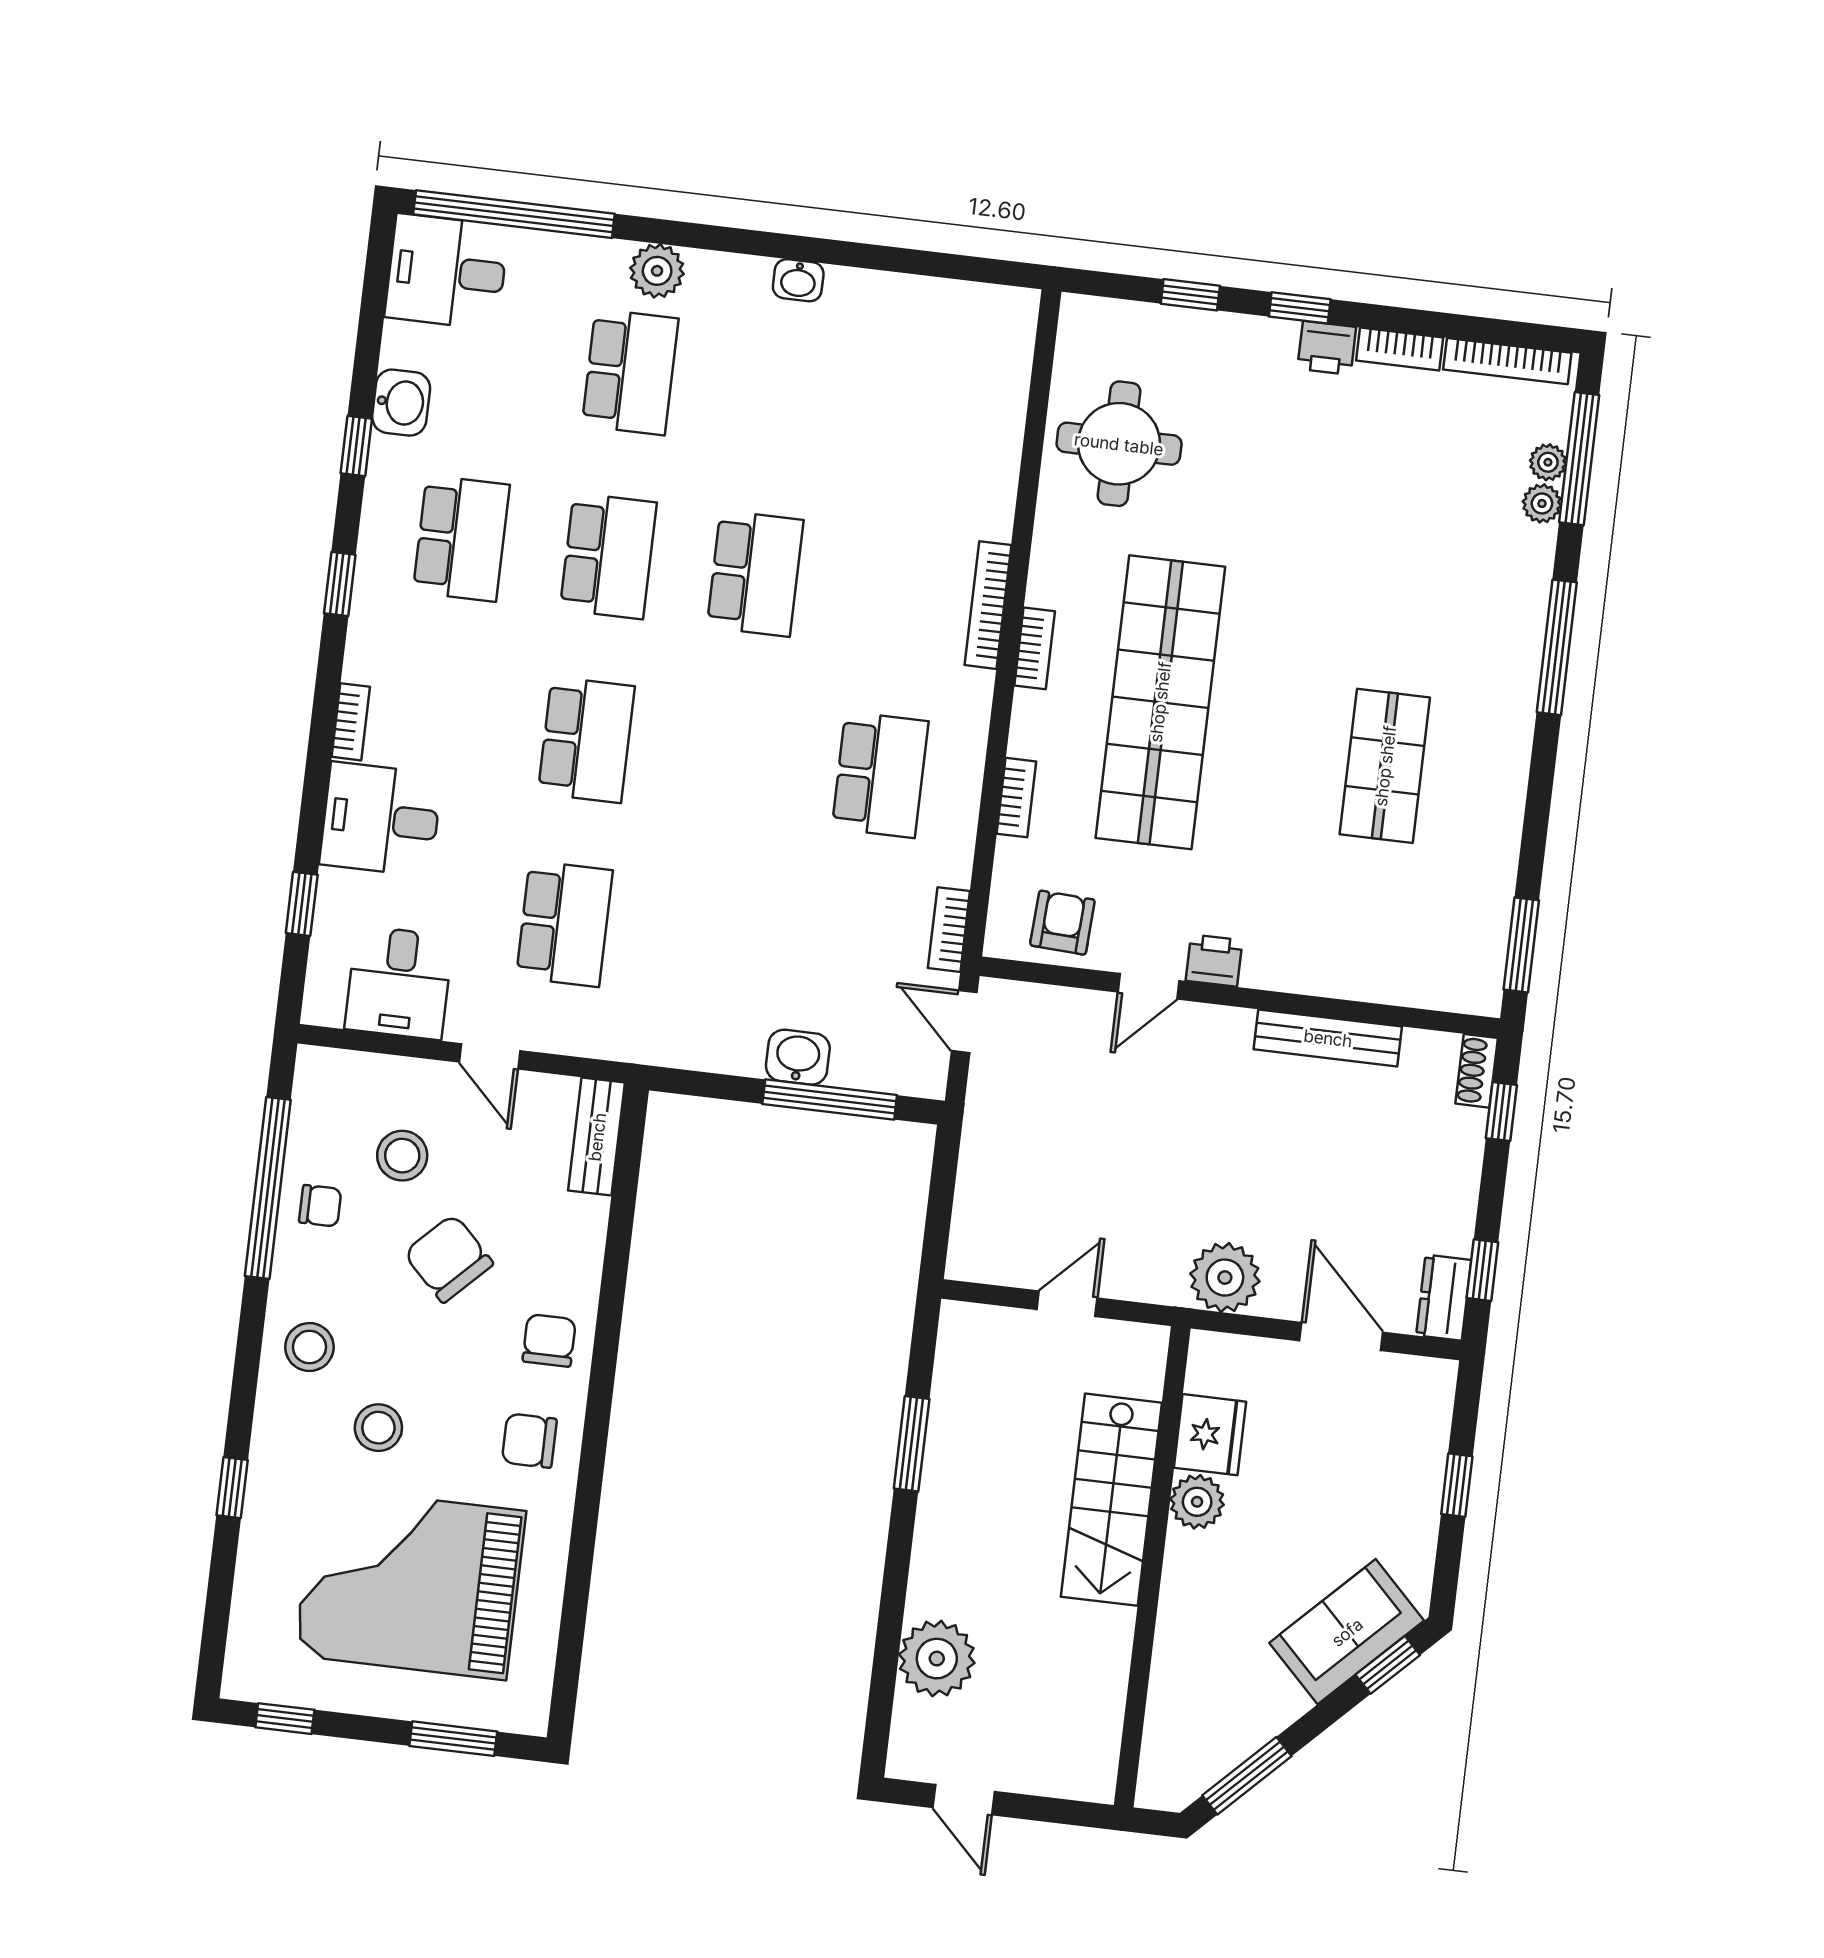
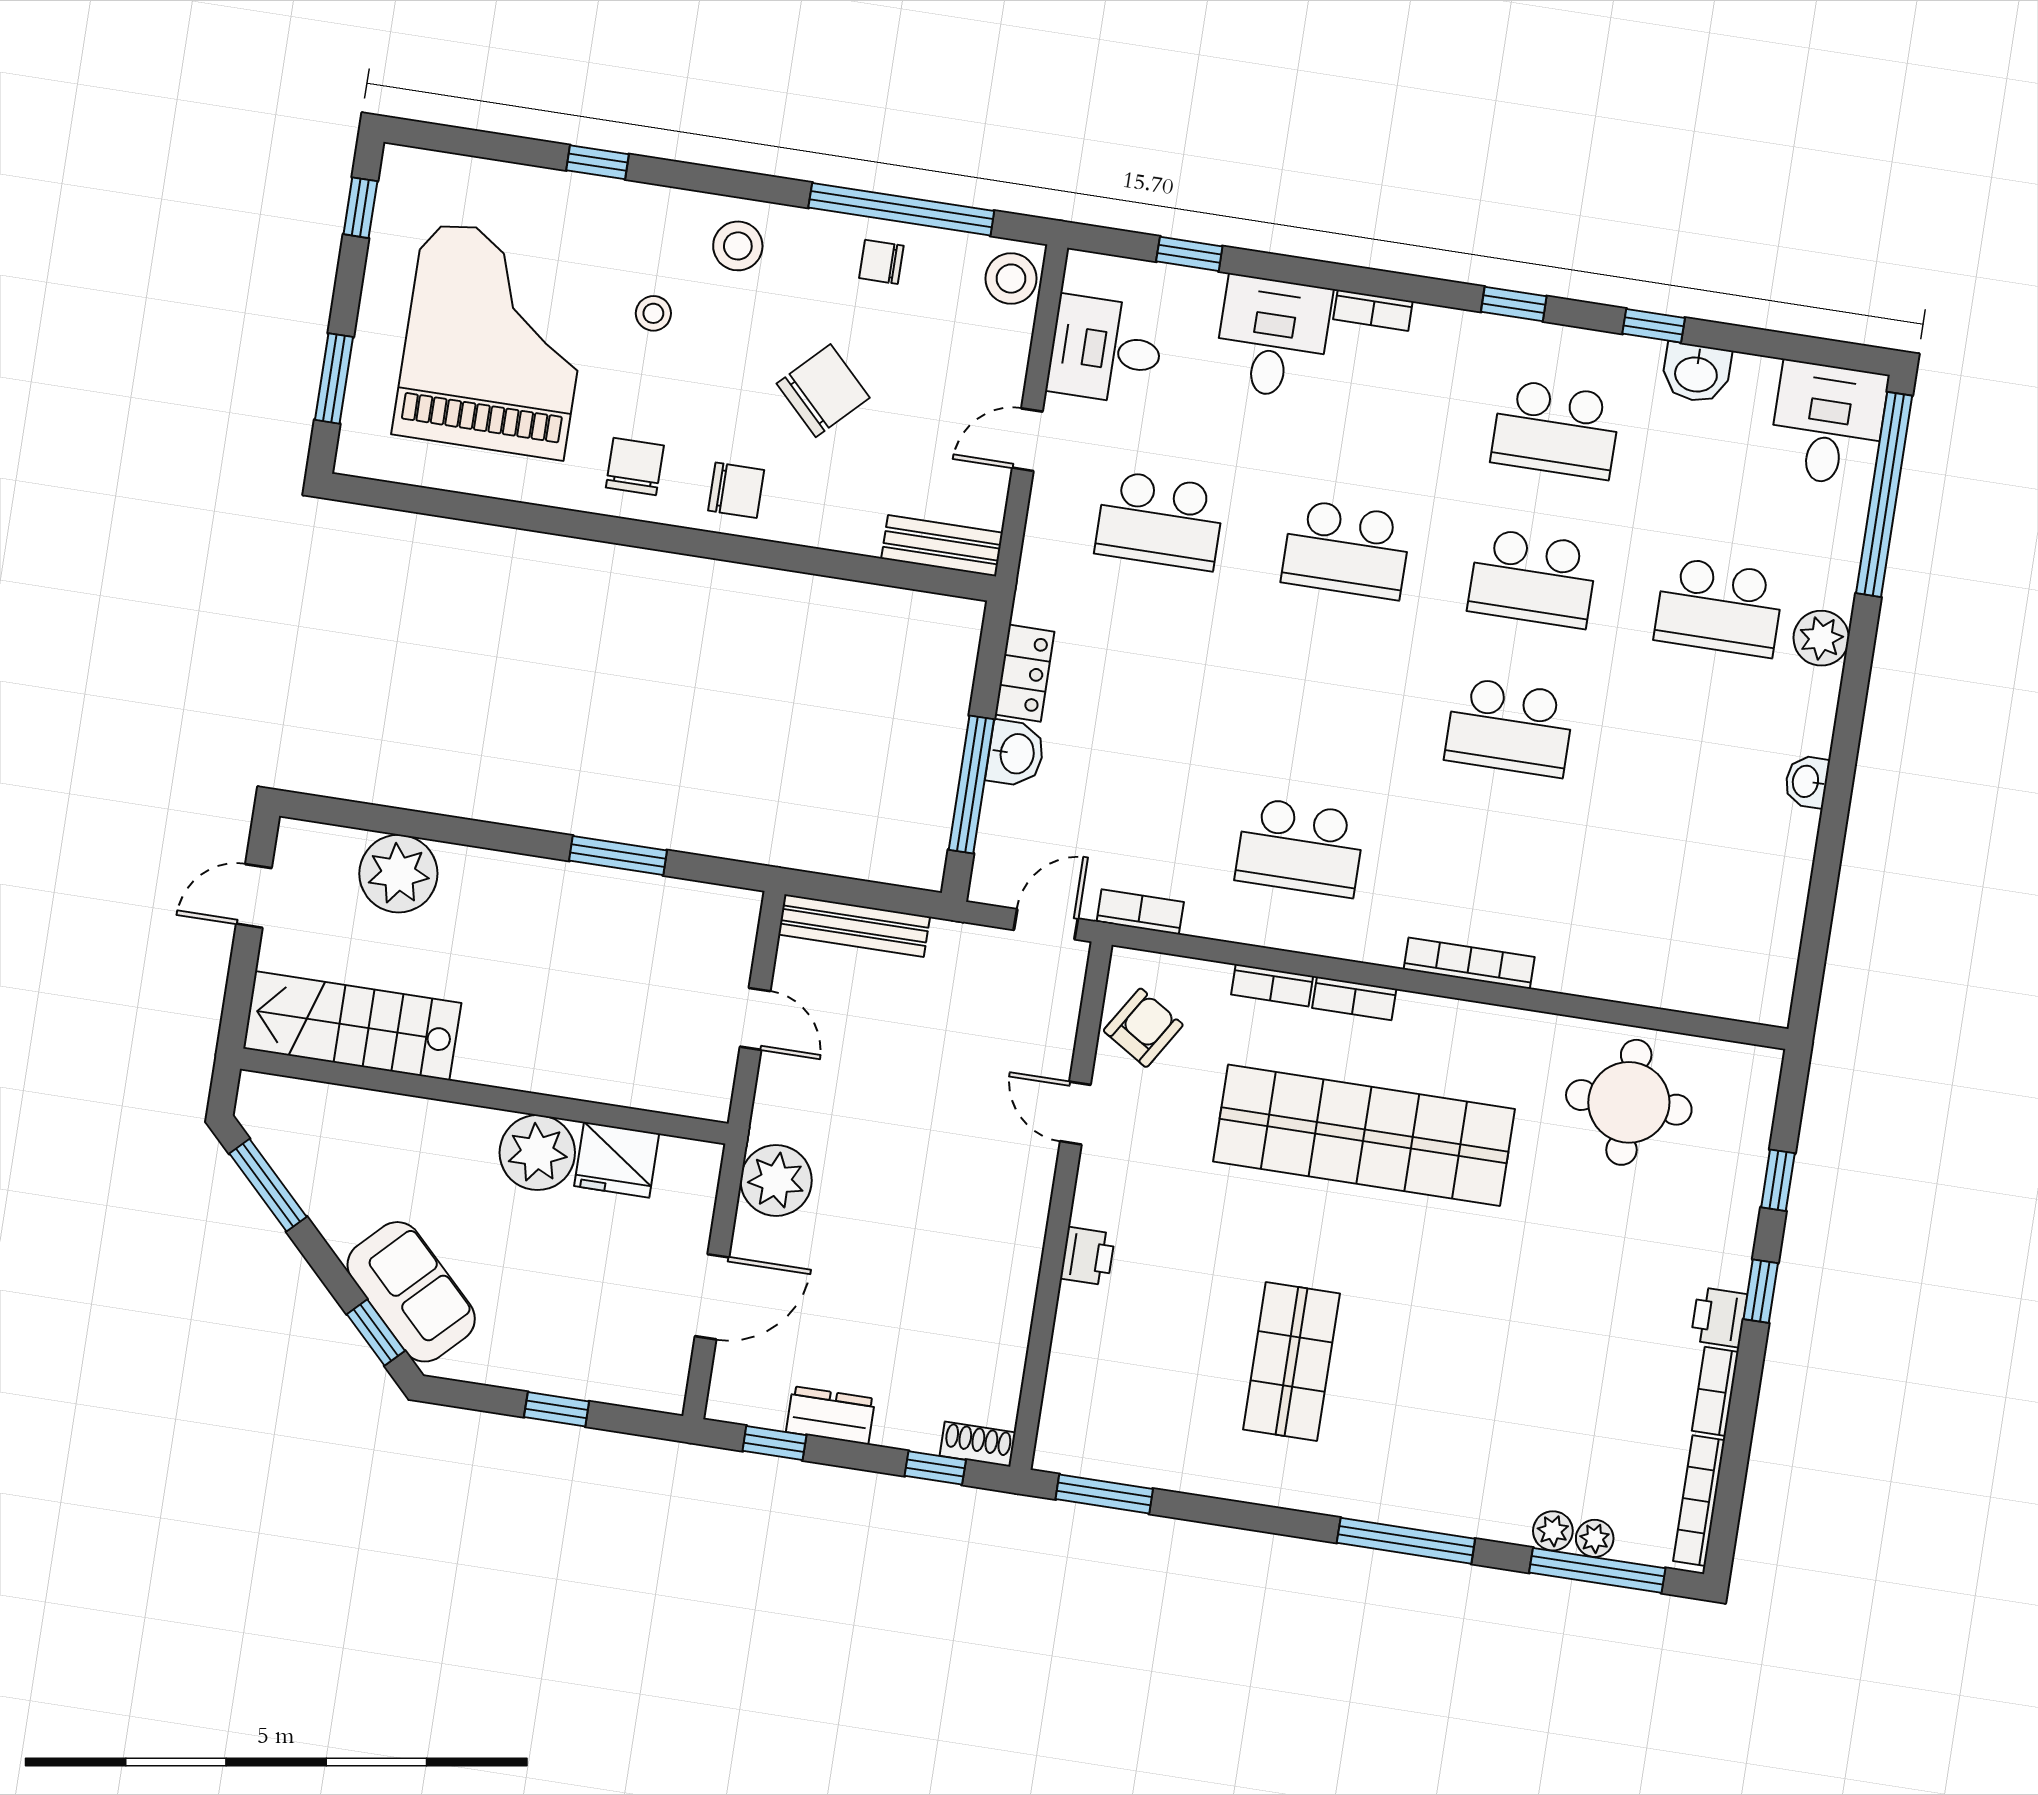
bookcase: (1035, 648) -> (1354, 998), moved
shop shelf: (1385, 766) -> (1291, 1362), turned 90
armchair: (1062, 923) -> (1143, 1028), turned -61
printer: (1214, 960) -> (1088, 1256), moved
bench: (1328, 1038) -> (854, 926), moved, turned 90
locker: (719, 1051) -> (1025, 673), added
stool: (402, 1156) -> (1011, 279), moved
chair: (320, 1206) -> (881, 262), turned 90
dresser: (1444, 1298) -> (830, 1415), moved
stool: (378, 1428) -> (653, 313), width x0.73, depth x0.73
stairs: (1111, 1500) -> (352, 1026), moved
plant: (1197, 1502) -> (537, 1153), width x1.36, depth x1.36

